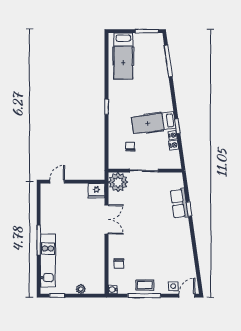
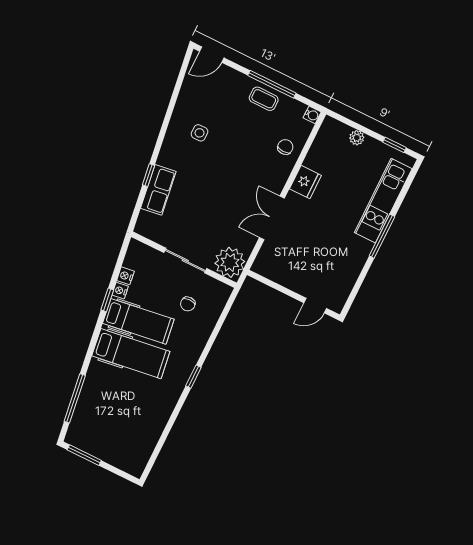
hospital bed: (123, 56) -> (131, 354), moved, turned 82
fridge: (96, 191) -> (305, 182), moved, turned 90
side table: (173, 286) -> (200, 133), moved

